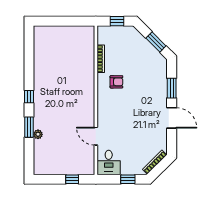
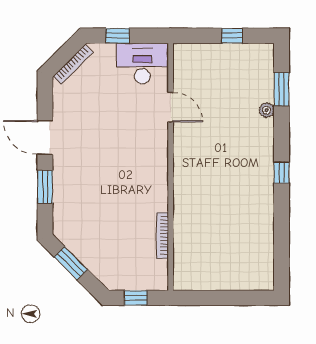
armchair: (116, 82) -> (136, 197), removed
window: (29, 127) -> (282, 89), moved
desk: (109, 162) -> (142, 64), width x1.37
window: (72, 179) -> (232, 36), moved

